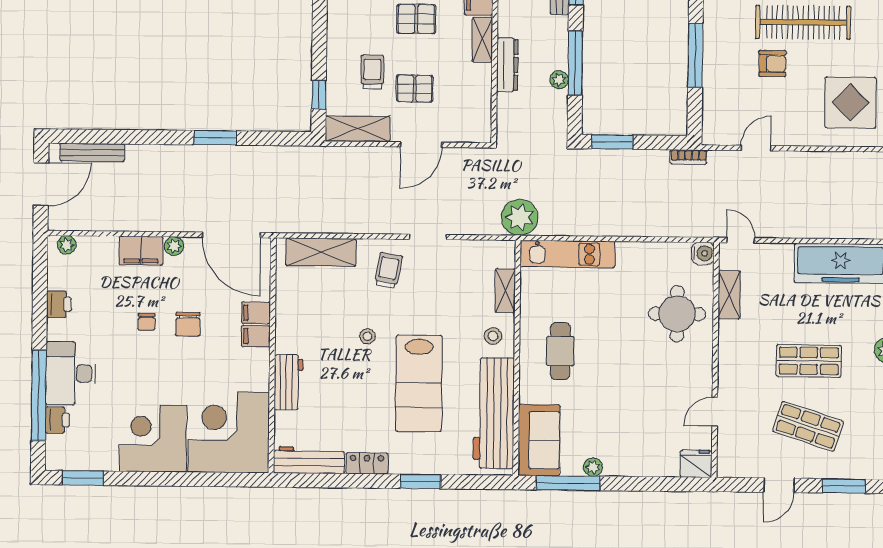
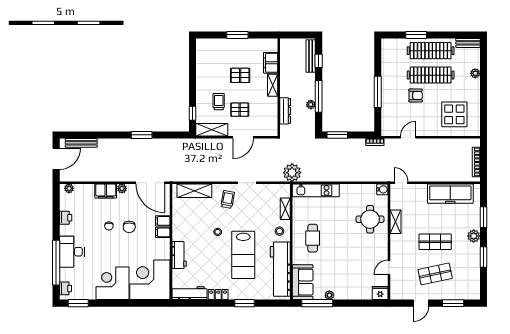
dresser: (507, 65) -> (285, 111), moved
shelving: (729, 295) -> (396, 222), moved
printer: (57, 420) -> (65, 288), moved
shop shelf: (808, 426) -> (435, 274), turned -30

